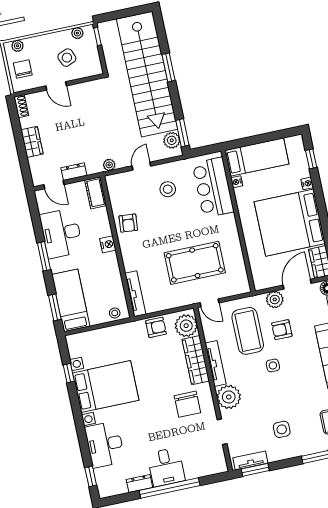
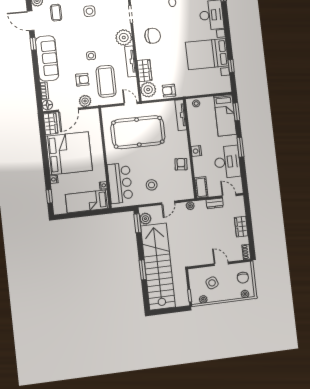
pool table: (195, 263) -> (138, 132), width x1.36, depth x1.32
wardrobe: (196, 360) -> (145, 71), width x0.67
chair: (187, 404) -> (153, 36), turned 90

